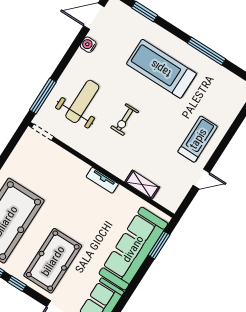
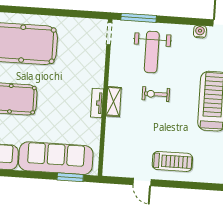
weight bench: (82, 101) -> (152, 52), turned 90
shelving: (142, 185) -> (114, 102), moved

